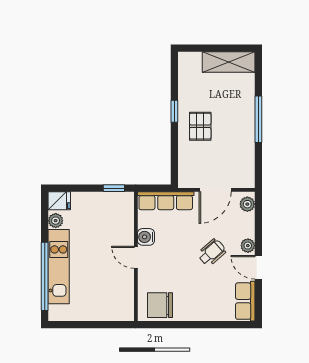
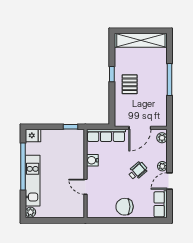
shelving: (229, 62) -> (141, 40), width x1.47
plant: (56, 221) -> (30, 212), moved
door: (136, 257) -> (85, 187), moved
door: (258, 267) -> (170, 181), hinge flipped
window: (45, 276) -> (23, 167), moved
chair: (160, 305) -> (125, 207), moved

